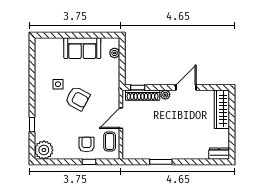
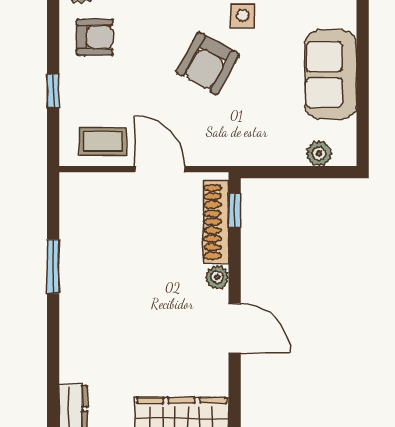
armchair: (86, 144) -> (95, 37), moved

